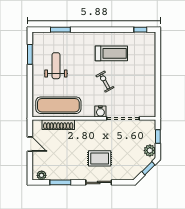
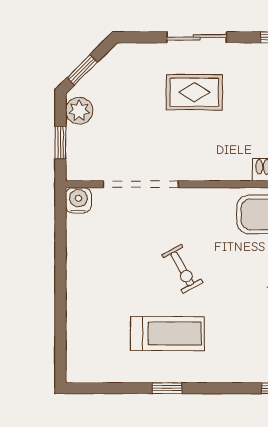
window: (140, 30) -> (167, 388), moved
treadmill: (111, 53) -> (167, 333), turned 180
water cooler: (100, 111) -> (78, 200), moved

